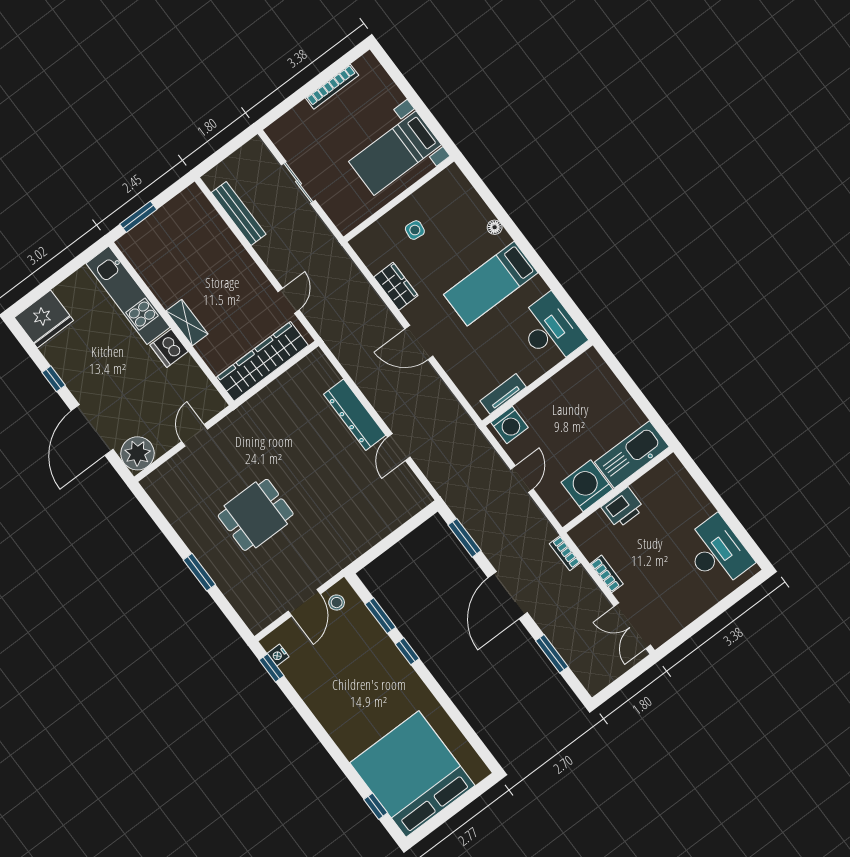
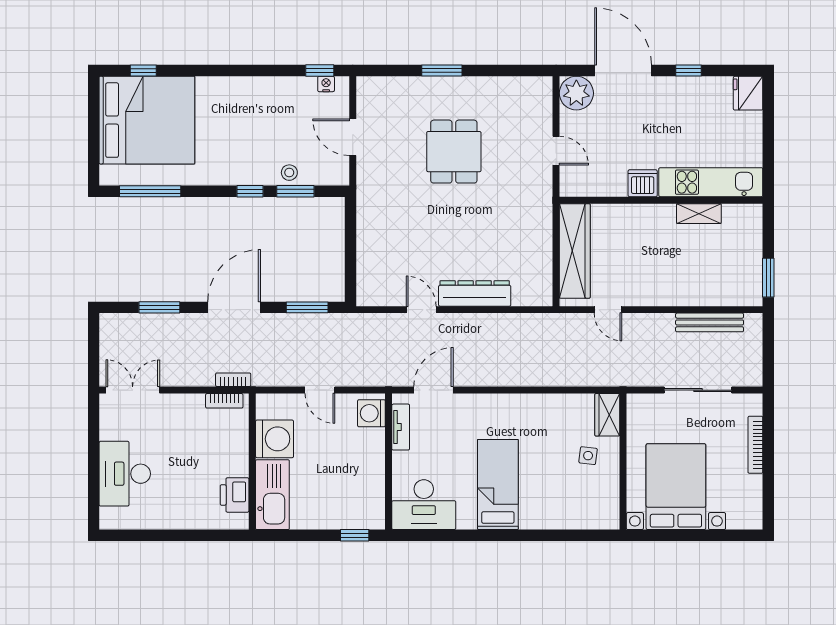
bookcase: (332, 87) -> (755, 445), moved
bed with nightstands: (395, 153) -> (676, 487), width x1.36
sliding door: (298, 183) -> (698, 390), width x1.37
window: (138, 217) -> (768, 278), moved
floor lamp: (495, 227) -> (541, 522), removed
wardrobe: (396, 286) -> (607, 415), moved, turned 90
fridge: (44, 319) -> (748, 93), width x0.73, depth x0.75
shelving: (187, 323) -> (699, 214), moved
door: (419, 343) -> (433, 390), moved
window: (615, 366) -> (355, 535), added
printer: (623, 508) -> (235, 495), moved
desk: (717, 552) -> (125, 474), moved, turned 90
bookcase: (607, 574) -> (224, 401), moved
door: (508, 595) -> (234, 307), hinge flipped
stool: (337, 603) -> (289, 173), moved
window: (466, 730) -> (150, 191), added

